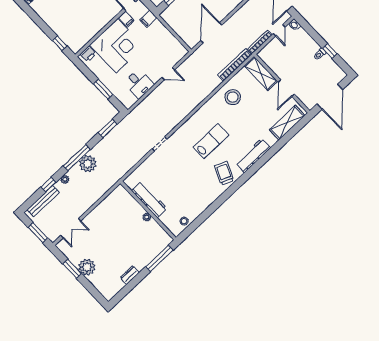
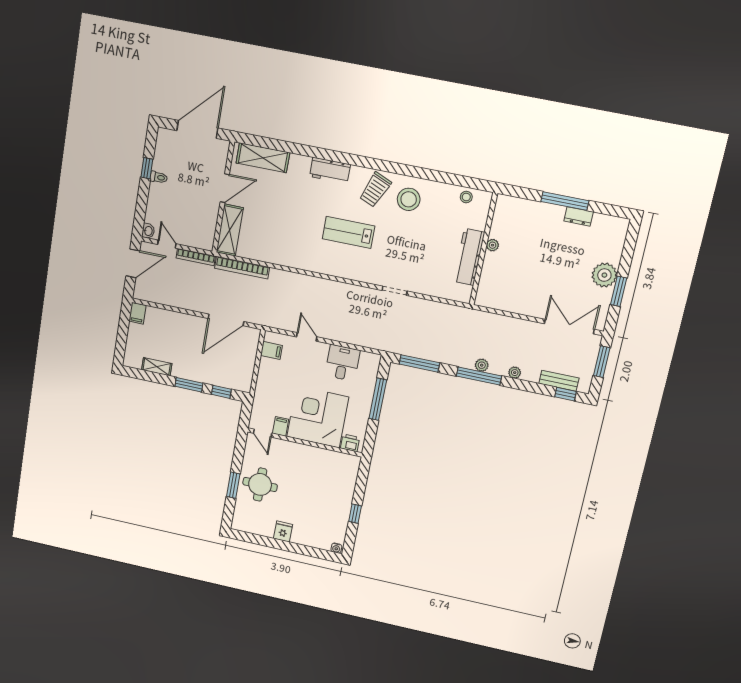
filing cabinet: (148, 19) -> (271, 350), moved
door: (279, 30) -> (167, 244), hinge flipped
window: (60, 43) -> (355, 514), moved
window: (103, 89) -> (378, 399), width x1.44
stool: (233, 97) -> (409, 199), moved
window: (108, 128) -> (419, 363), width x1.44
workbench: (253, 155) -> (330, 170), width x0.73
plant: (88, 164) -> (482, 365), width x0.53, depth x0.53
window: (48, 185) -> (565, 394), moved
bench: (43, 201) -> (559, 381), width x0.73
double door: (71, 228) -> (569, 327), width x1.37
window: (159, 258) -> (565, 201), moved

